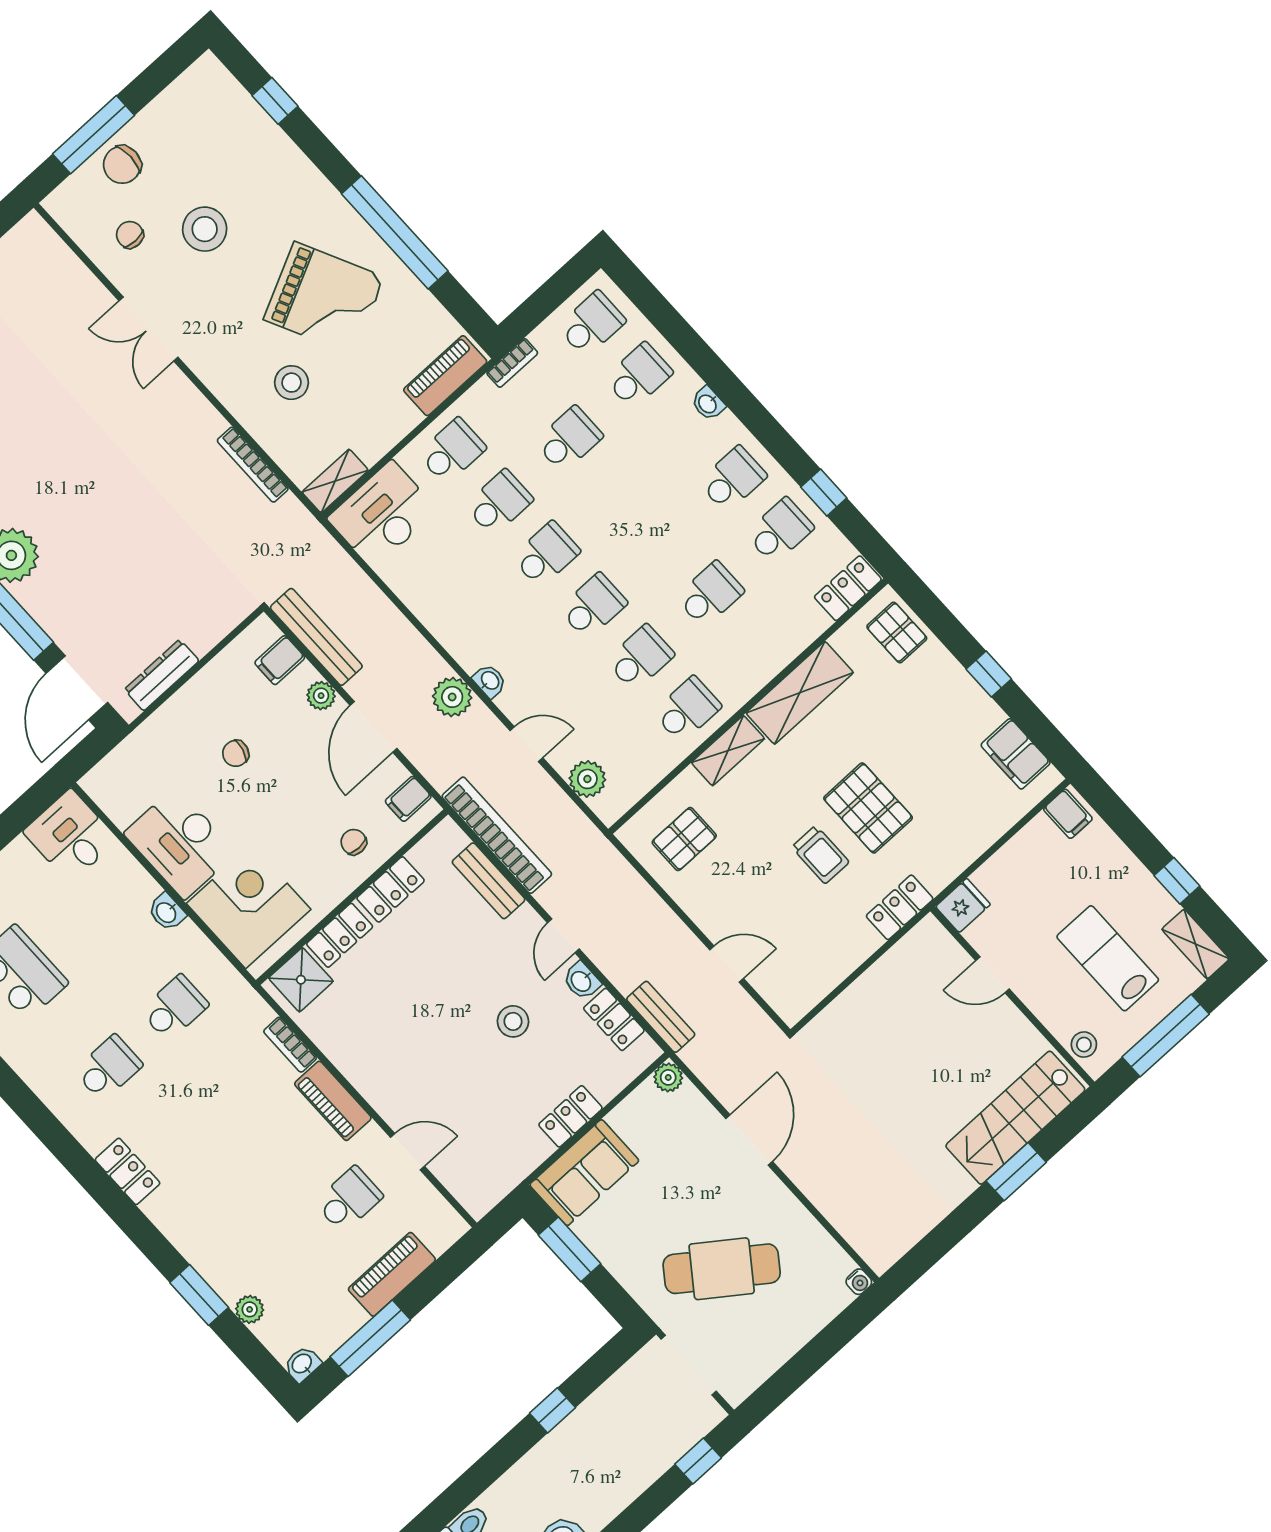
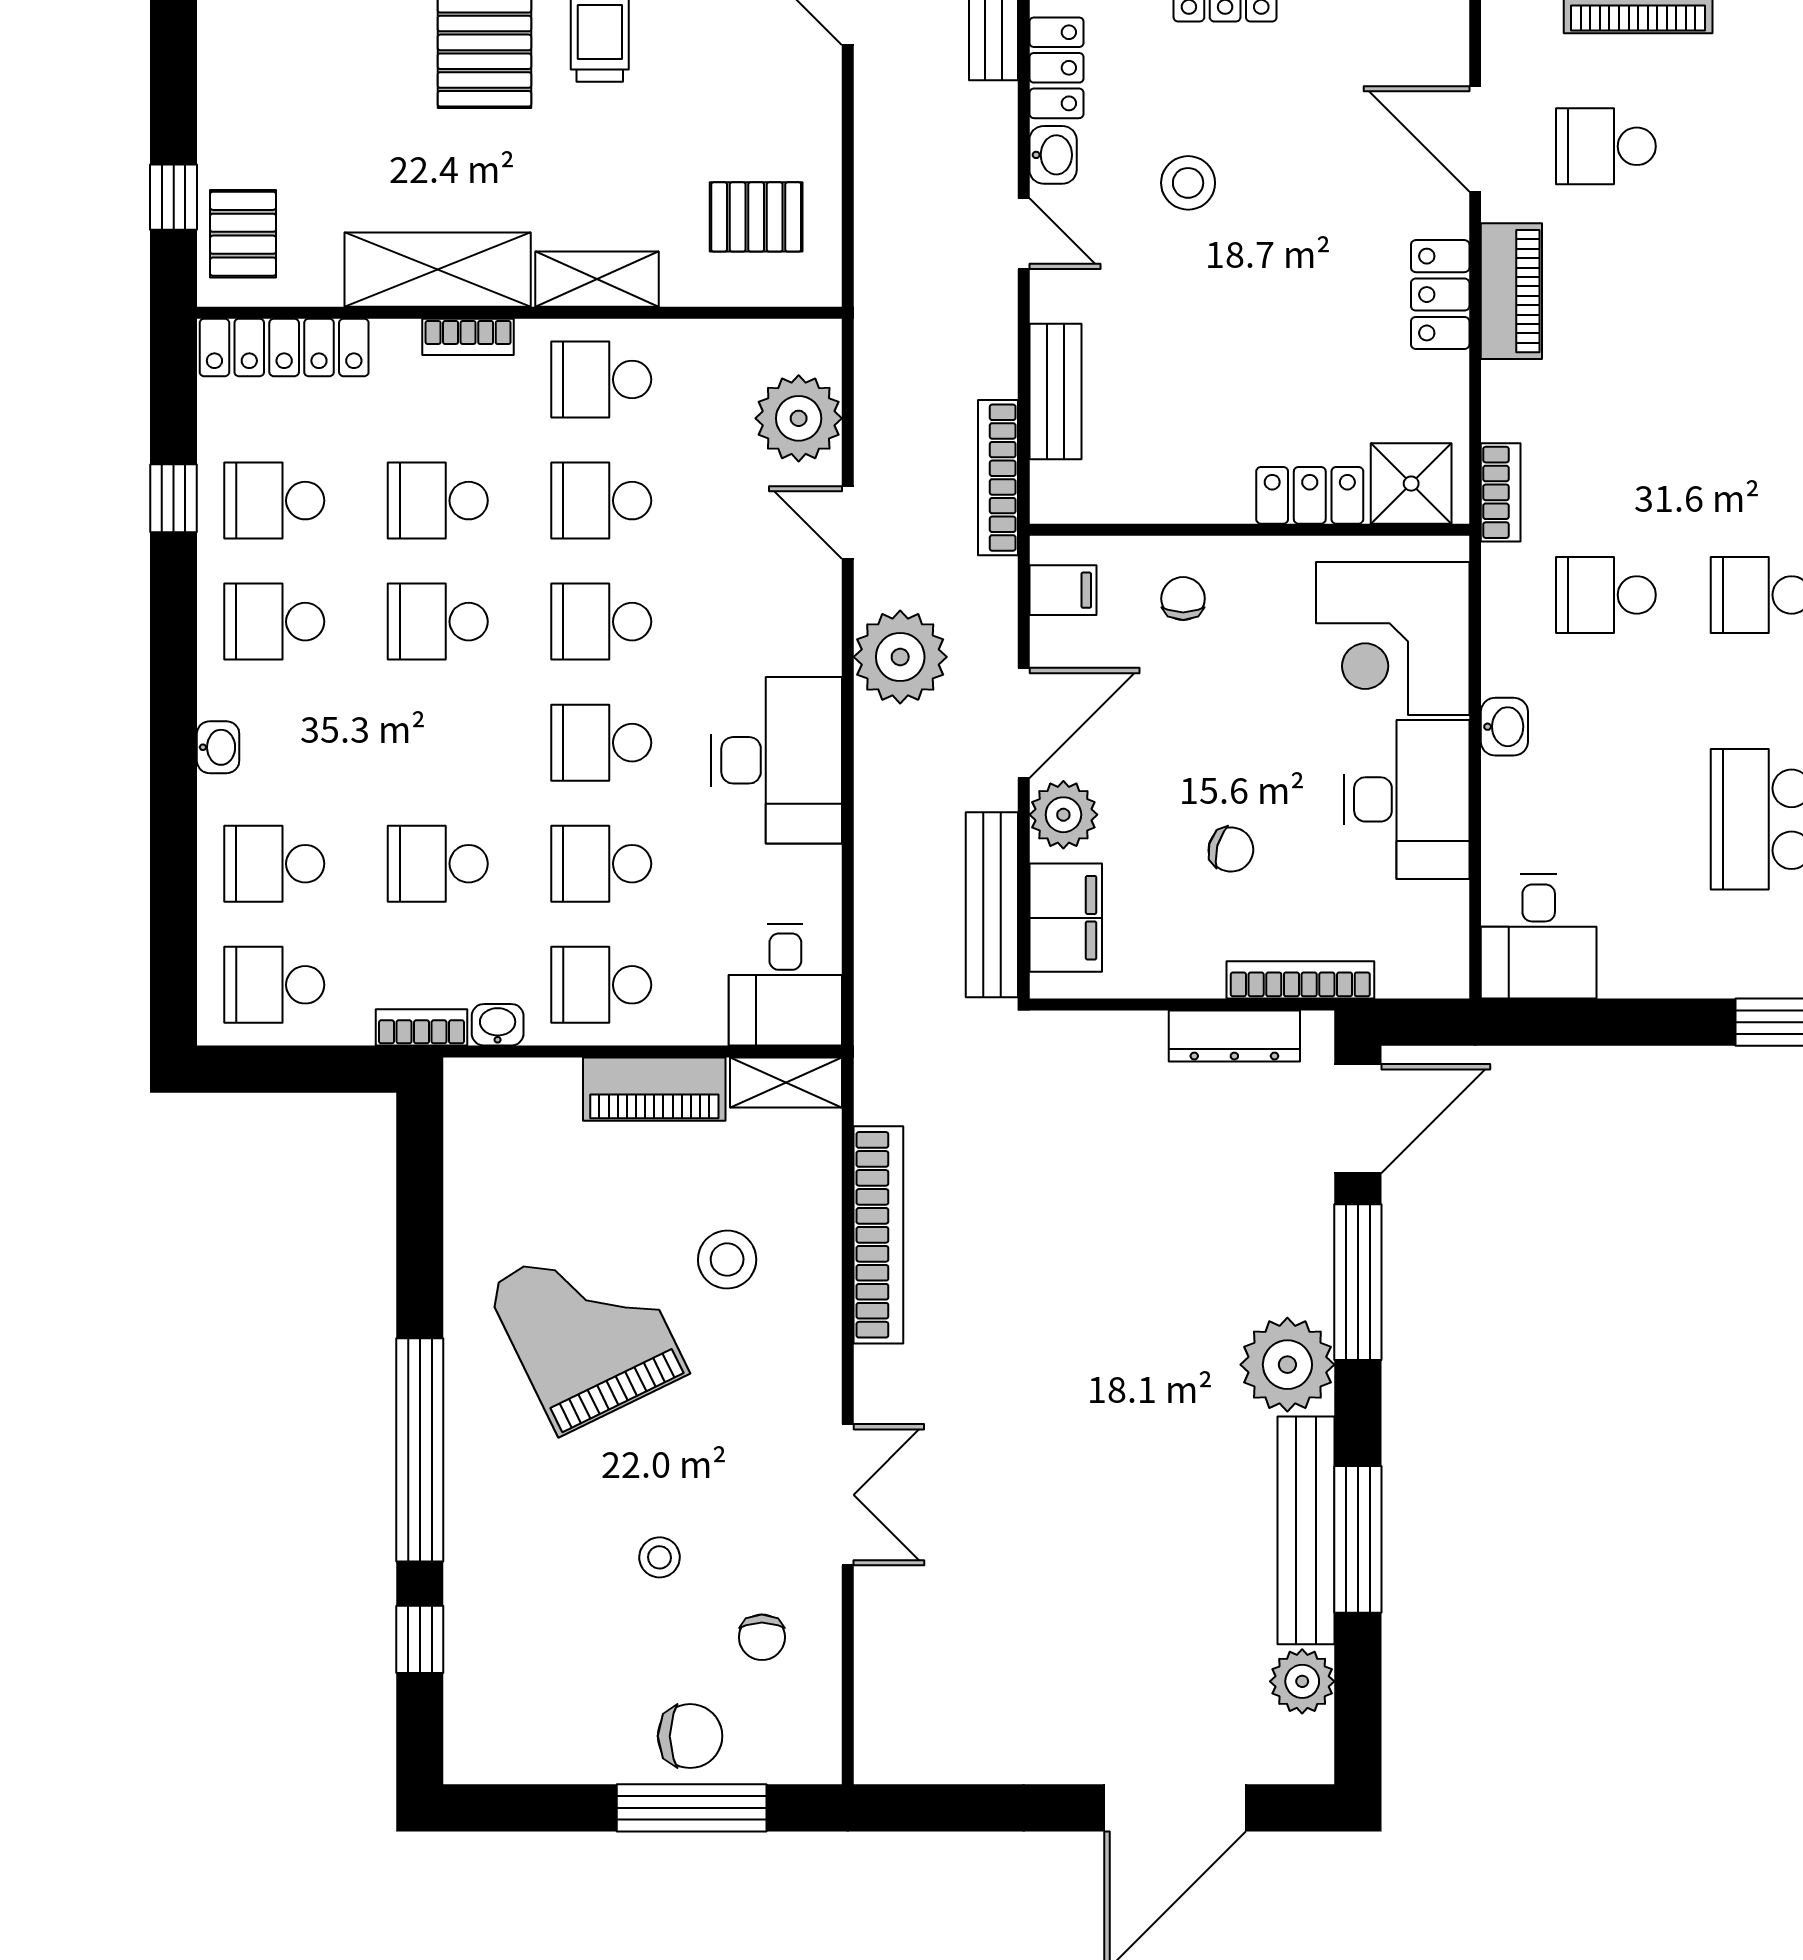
stool: (205, 229) -> (660, 1557), width x0.53, depth x0.53
window: (395, 232) -> (420, 1450), moved
piano: (445, 376) -> (654, 1089), moved
bookcase: (253, 465) -> (878, 1235), width x1.48, depth x1.31
desk: (382, 514) -> (785, 985), width x0.73
school desk: (663, 543) -> (438, 622), added
locker: (848, 588) -> (284, 347), width x1.53
desk: (464, 615) -> (776, 760), added
filing cabinet: (280, 660) -> (1066, 918), width x2.00
window: (989, 674) -> (174, 197), moved
bookcase: (761, 676) -> (468, 337), added
washbasin: (490, 681) -> (498, 1025), moved, turned 90
plant: (321, 696) -> (1063, 815), width x1.38, depth x1.38
plant: (452, 697) -> (900, 657), width x1.36, depth x1.36
bookcase: (155, 725) -> (1300, 980), added
plant: (587, 779) -> (799, 418), width x1.36, depth x1.36
bookcase: (497, 835) -> (998, 478), width x0.68, depth x0.76
chair: (354, 842) -> (1183, 599), turned 180
locker: (391, 889) -> (1440, 295), moved, turned -90
door: (563, 936) -> (1024, 234), hinge flipped
bookcase: (290, 1045) -> (1501, 492), moved
door: (408, 1152) -> (1475, 139), width x1.37

